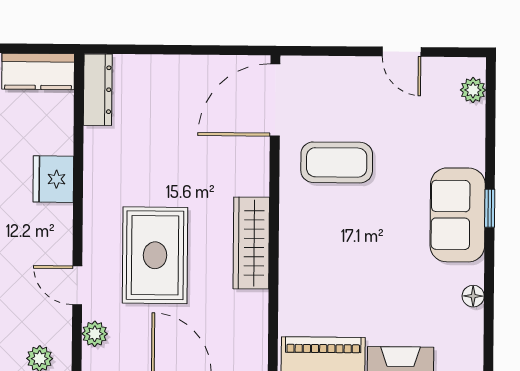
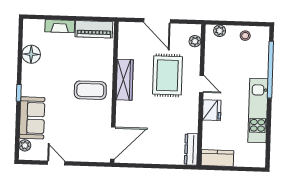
coffee table: (337, 162) -> (90, 90), moved
sofa: (458, 215) -> (32, 118), moved
door: (77, 285) -> (202, 84), moved
floor lamp: (473, 296) -> (31, 54), width x1.89, depth x1.89

